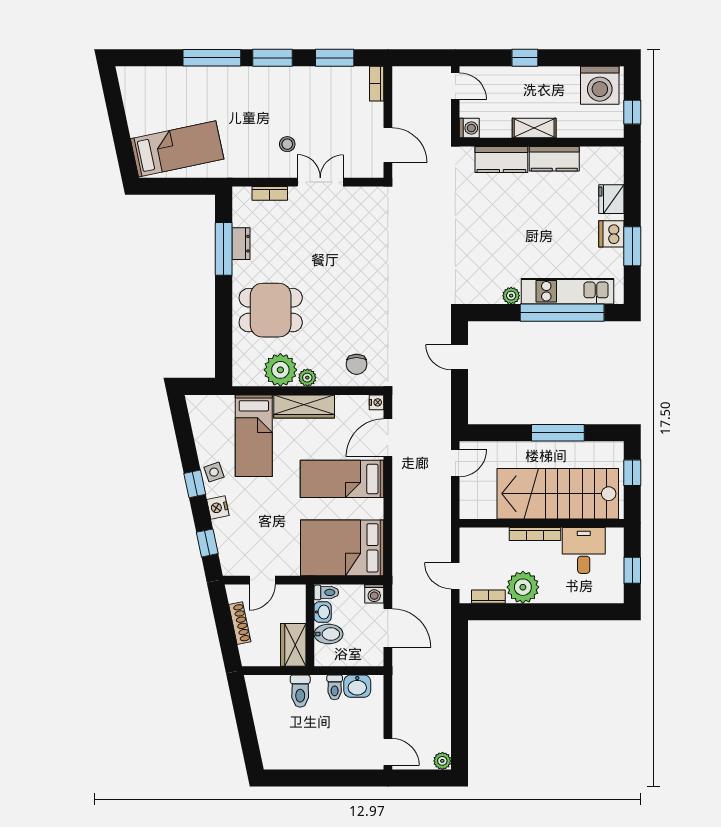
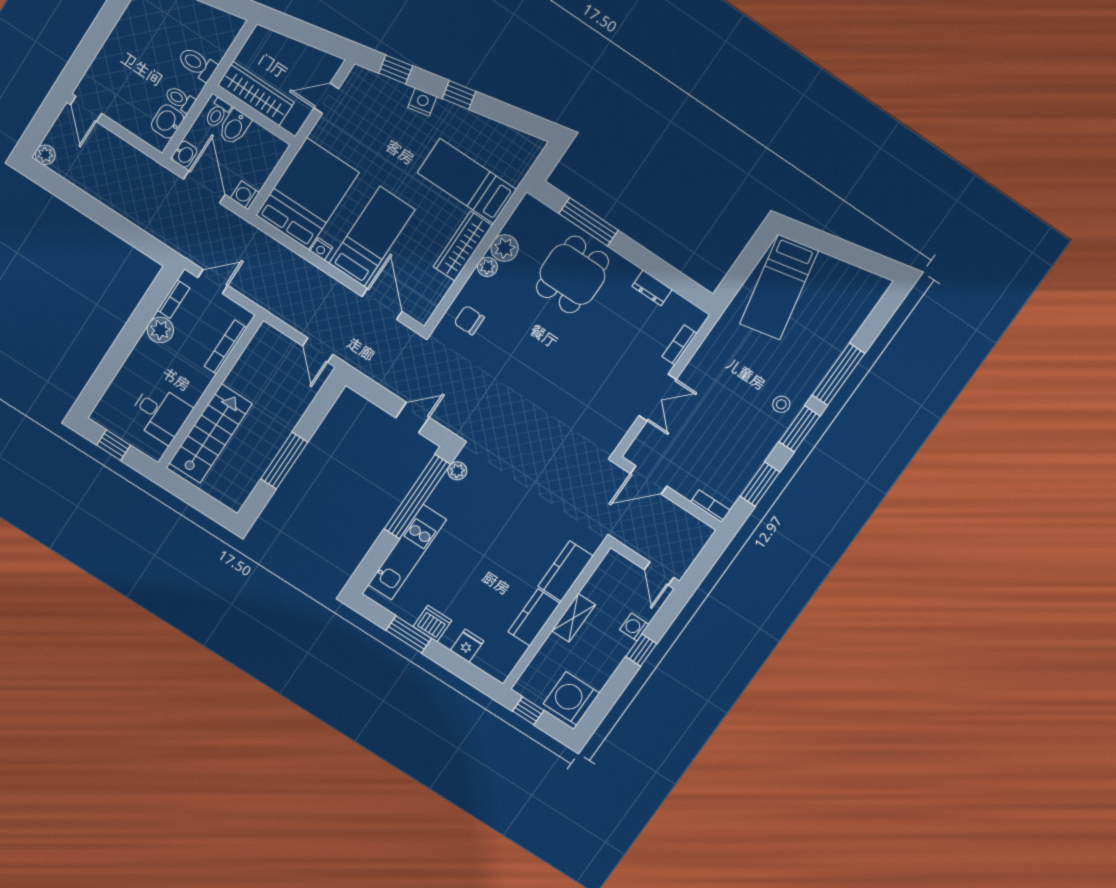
door: (455, 86) -> (659, 574), hinge flipped
washing machine: (469, 128) -> (634, 627), moved, turned 90
stool: (287, 144) -> (781, 404), moved
fridge: (611, 199) -> (467, 646), width x0.72
window: (224, 249) -> (589, 222), moved
plant: (511, 296) -> (457, 471), moved
window: (562, 313) -> (417, 497), moved
plant: (280, 370) -> (505, 248), width x0.73, depth x0.73
nightstand: (377, 402) -> (321, 249), moved
side table: (214, 472) -> (458, 121), removed
window: (632, 473) -> (203, 503), removed
stairs: (558, 494) -> (211, 434), width x0.73, depth x0.66
bookcase: (535, 534) -> (226, 347), moved
door: (262, 580) -> (326, 98), hinge flipped
plant: (523, 587) -> (160, 330), width x0.73, depth x0.73
toilet: (326, 592) -> (218, 113), moved
washbasin: (323, 612) -> (185, 154), moved, turned -90
shoe rack: (240, 623) -> (299, 50), removed
door: (388, 628) -> (204, 187), swing flipped
wardrobe: (293, 645) -> (256, 94), width x1.50
door: (388, 752) -> (86, 109), hinge flipped

